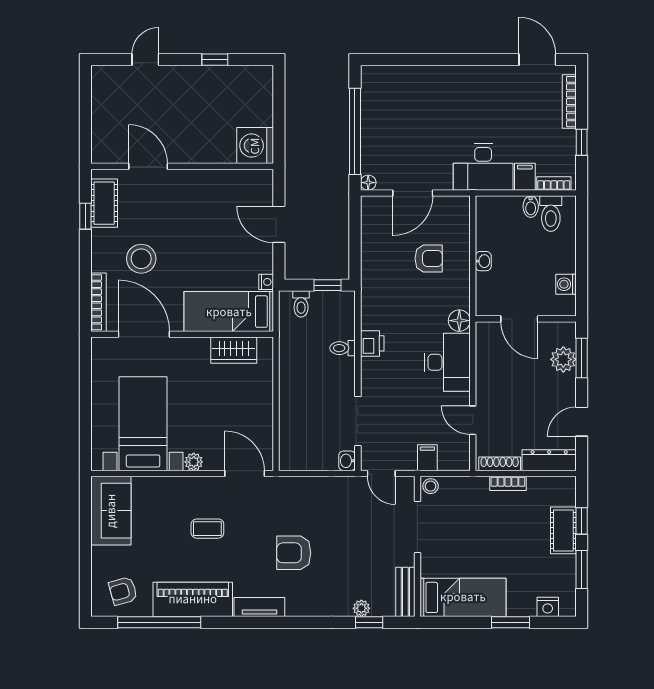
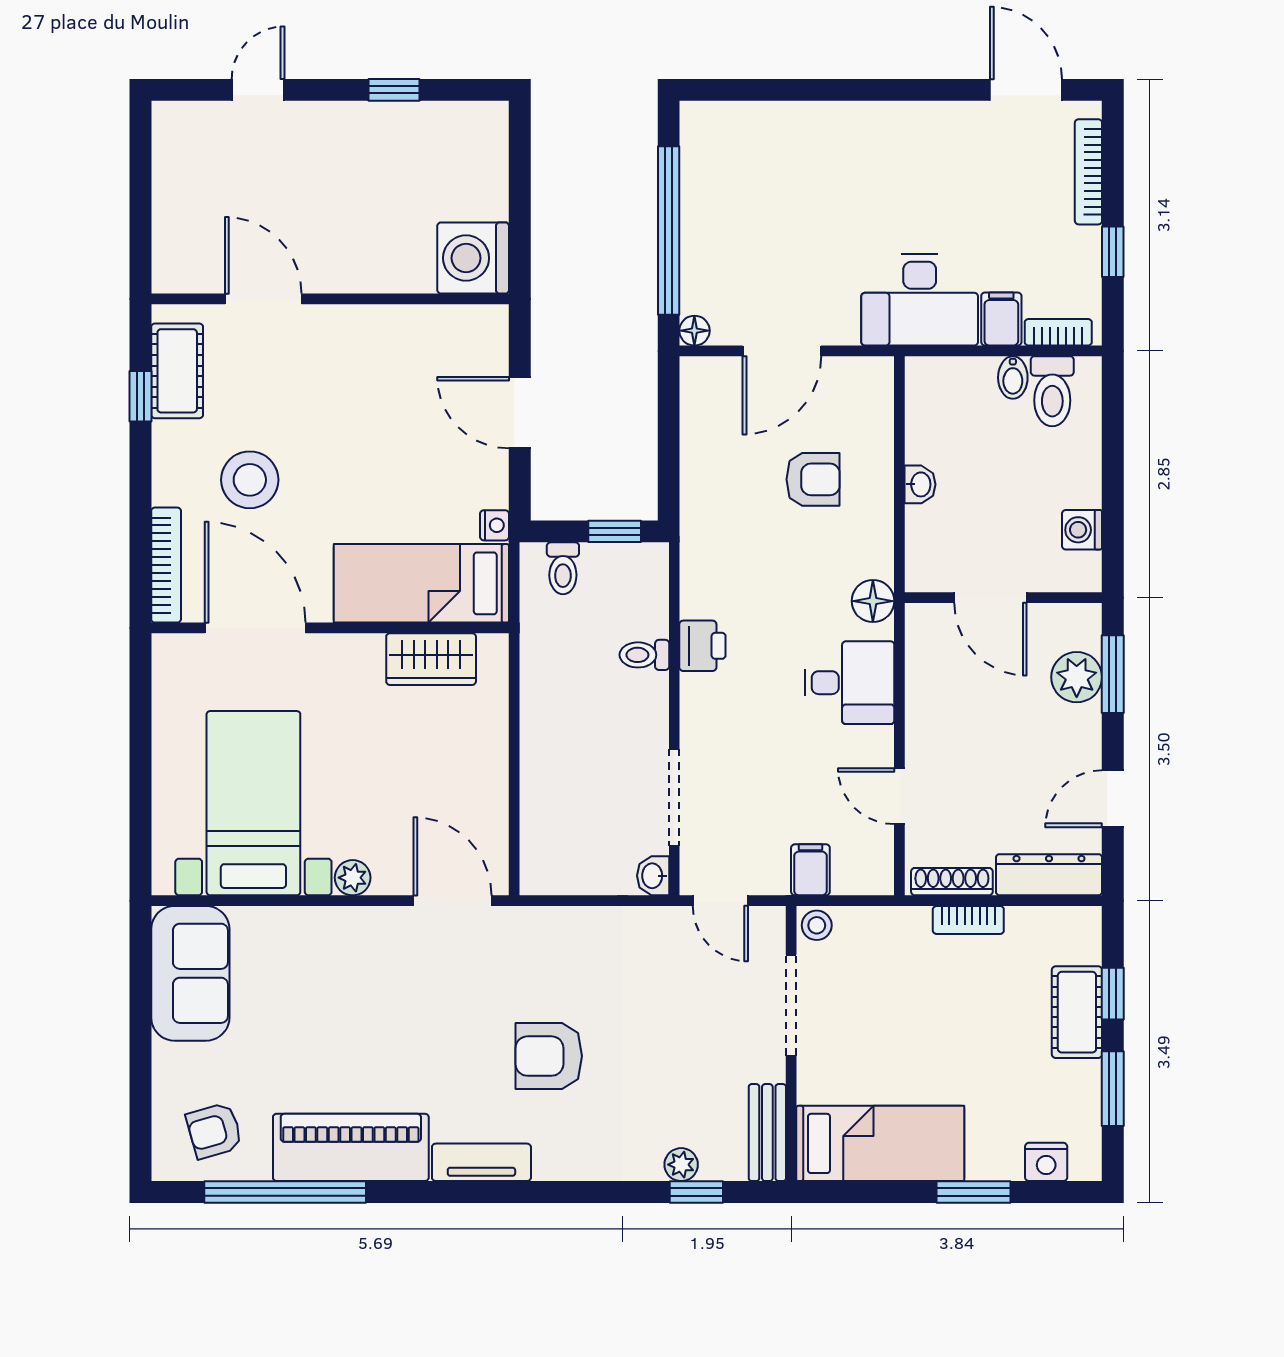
desk: (447, 362) -> (849, 683), width x0.73
coffee table: (207, 529) -> (380, 1008), removed

